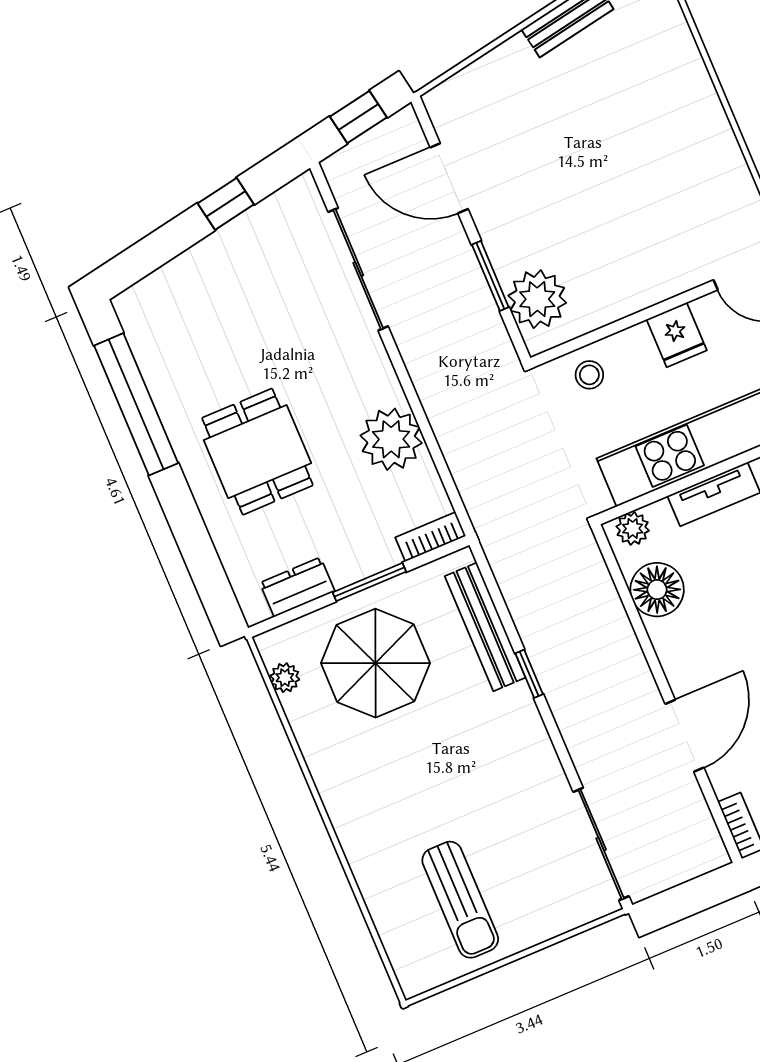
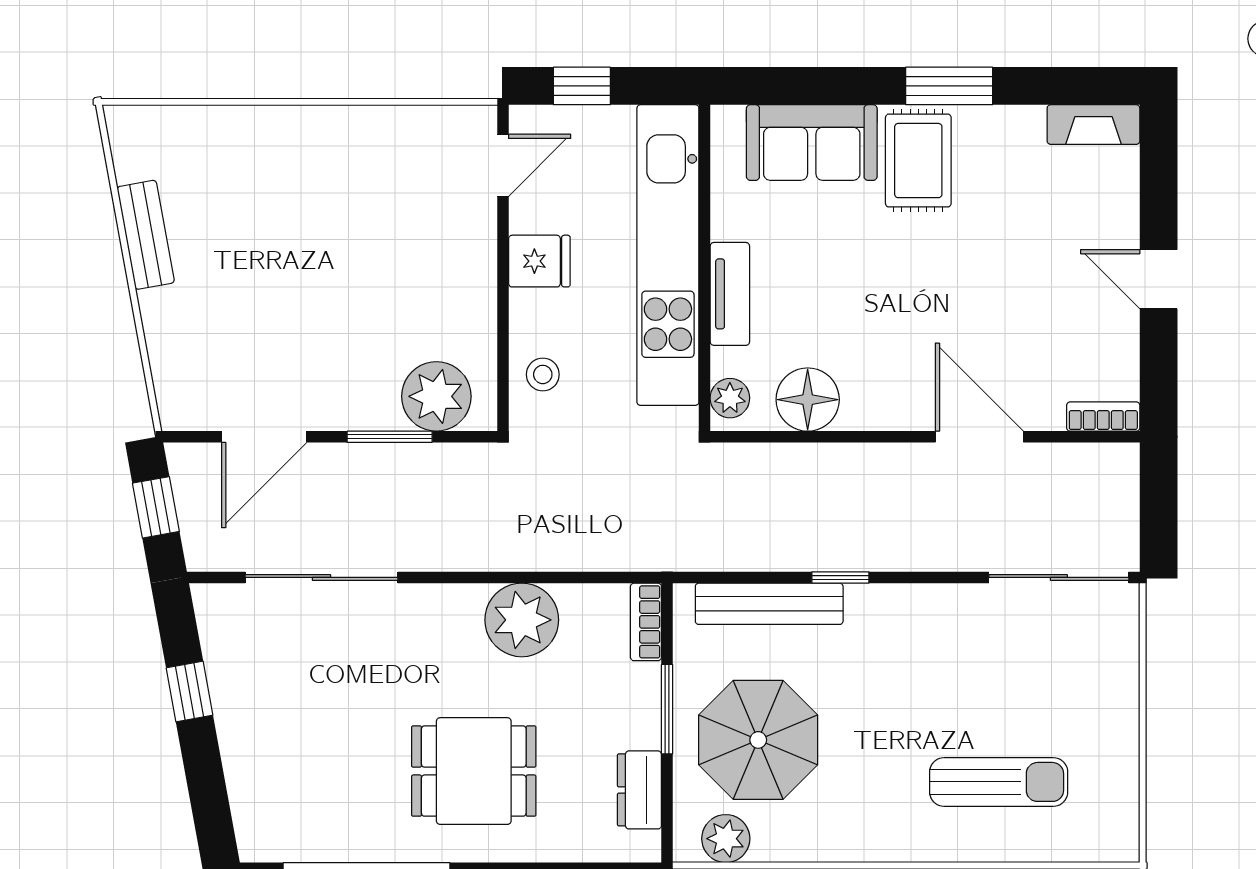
plant: (285, 678) -> (726, 839), width x1.38, depth x1.38
sun lounger: (460, 900) -> (999, 782), moved

